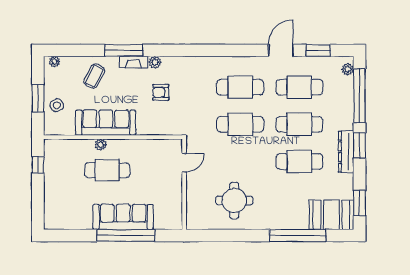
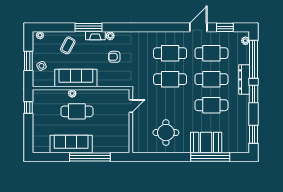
dresser: (346, 152) -> (244, 80), moved
booth: (331, 215) -> (206, 143), moved
sofa: (123, 217) -> (71, 144), moved

